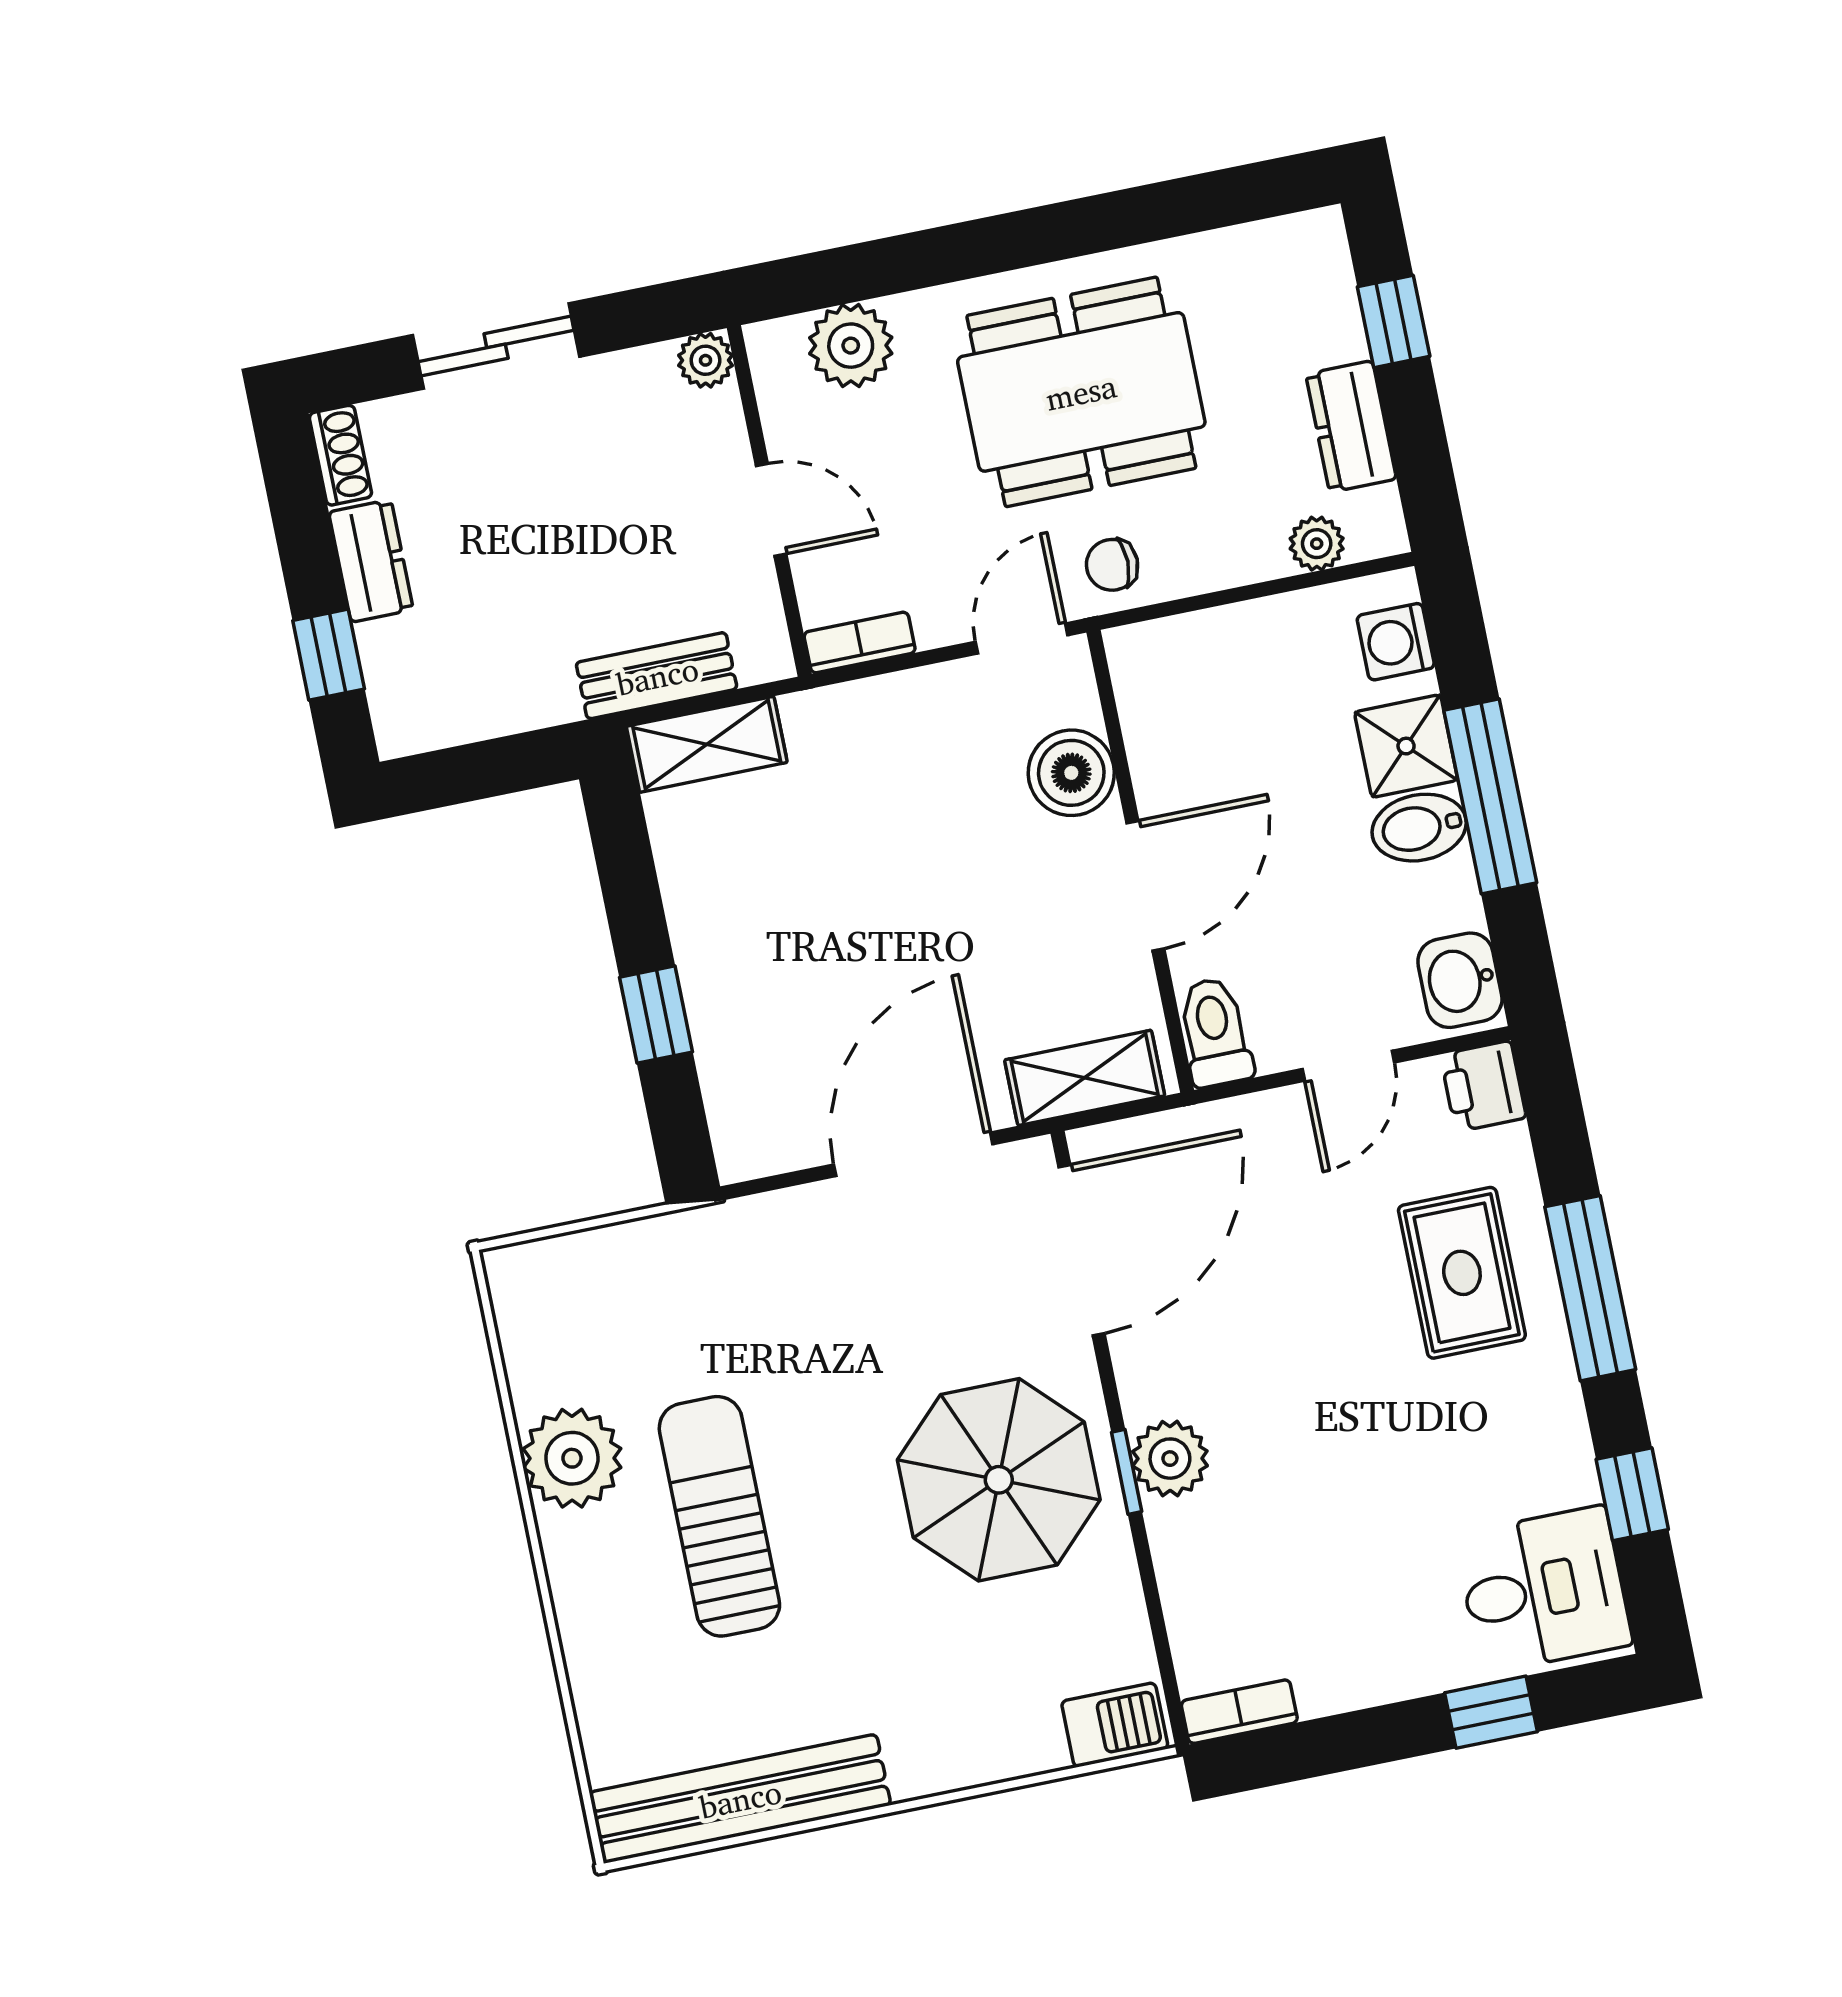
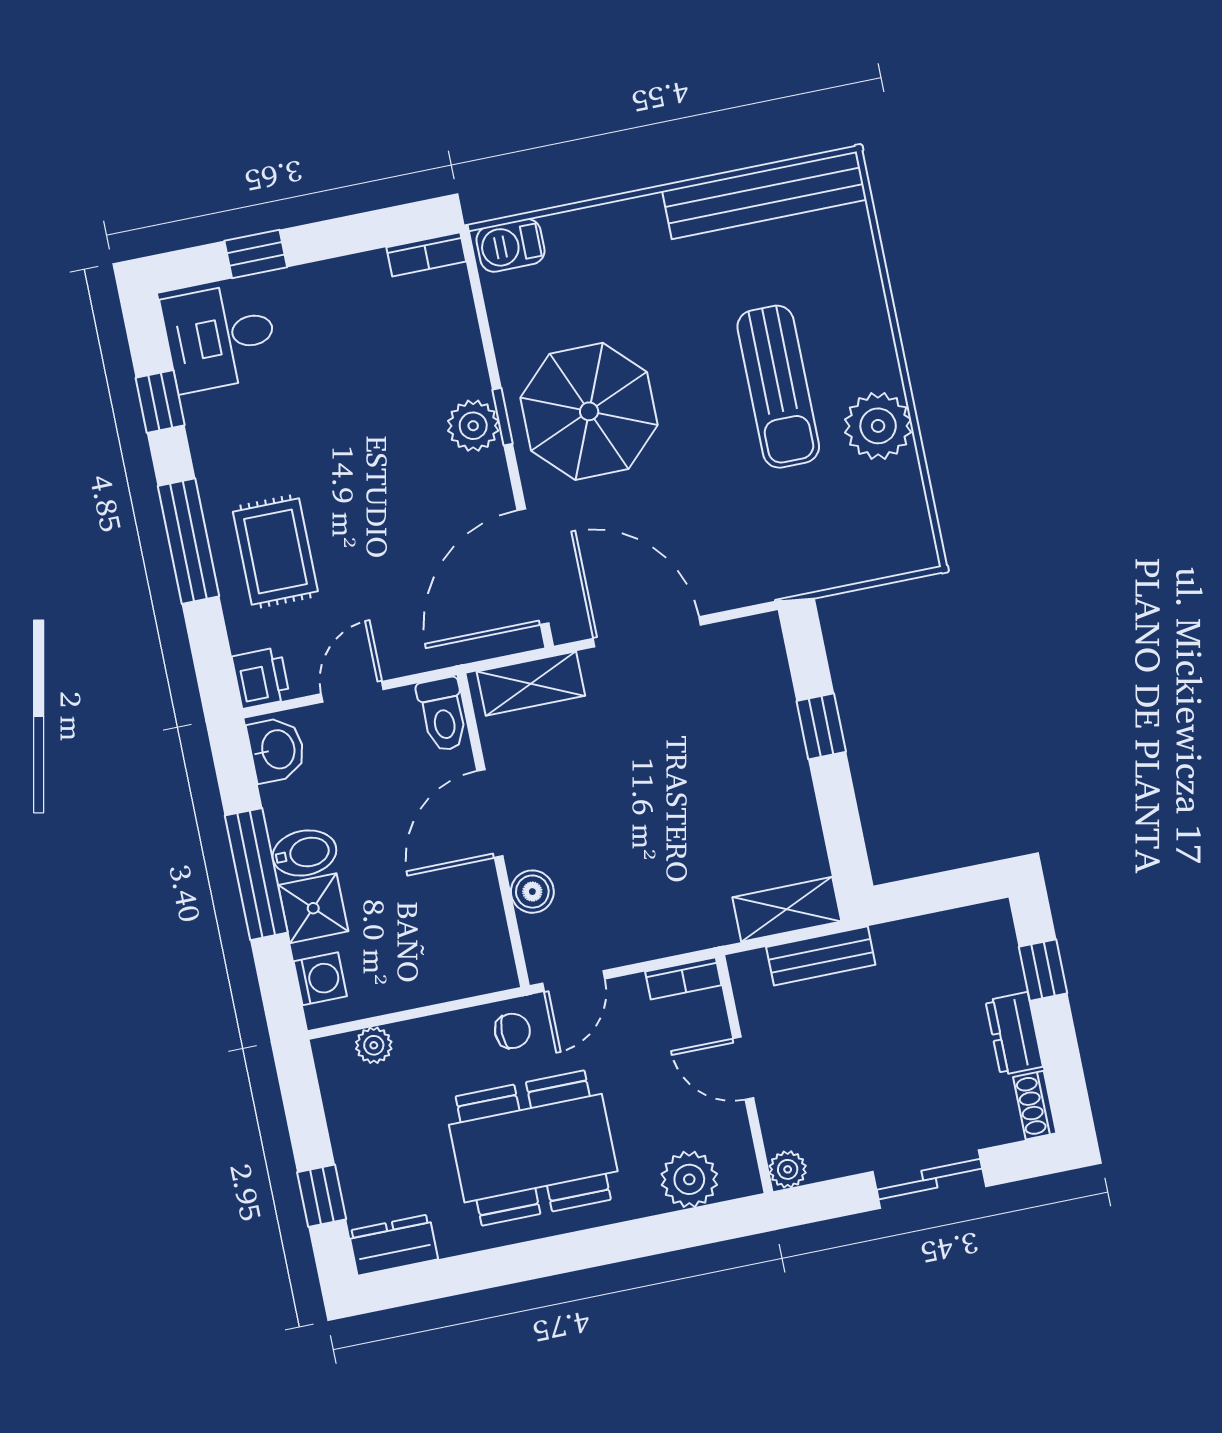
dresser: (1351, 427) -> (393, 1245), moved, turned -90
boiler: (1071, 773) -> (532, 892), width x0.73, depth x0.73
door: (913, 1154) -> (647, 632), swing flipped

